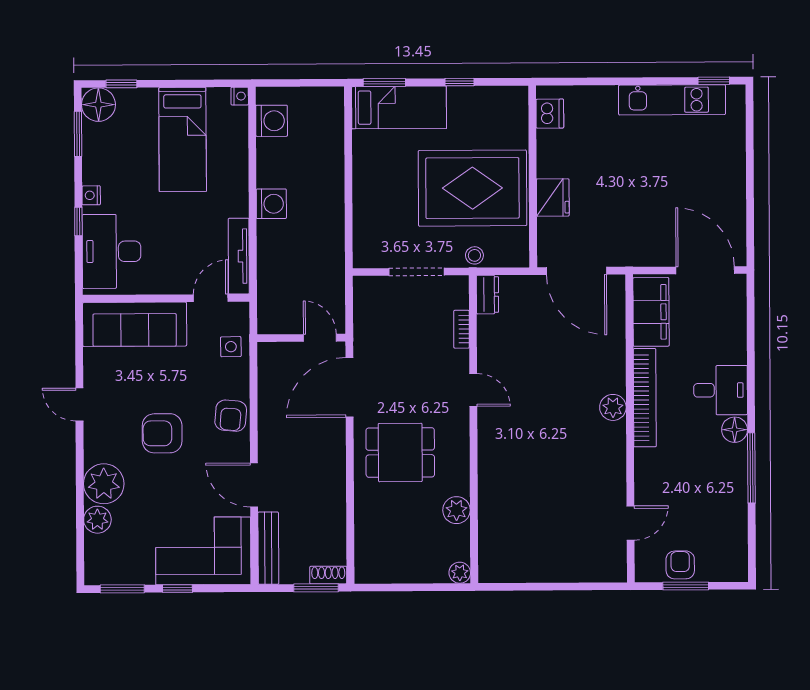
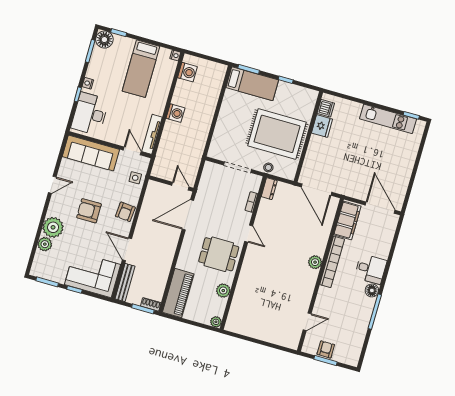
fridge: (553, 198) -> (322, 126), moved
door: (211, 298) -> (132, 151), hinge flipped
door: (79, 405) -> (52, 185), swing flipped
dining table: (400, 452) -> (219, 254), moved
piano: (373, 539) -> (178, 293), added

